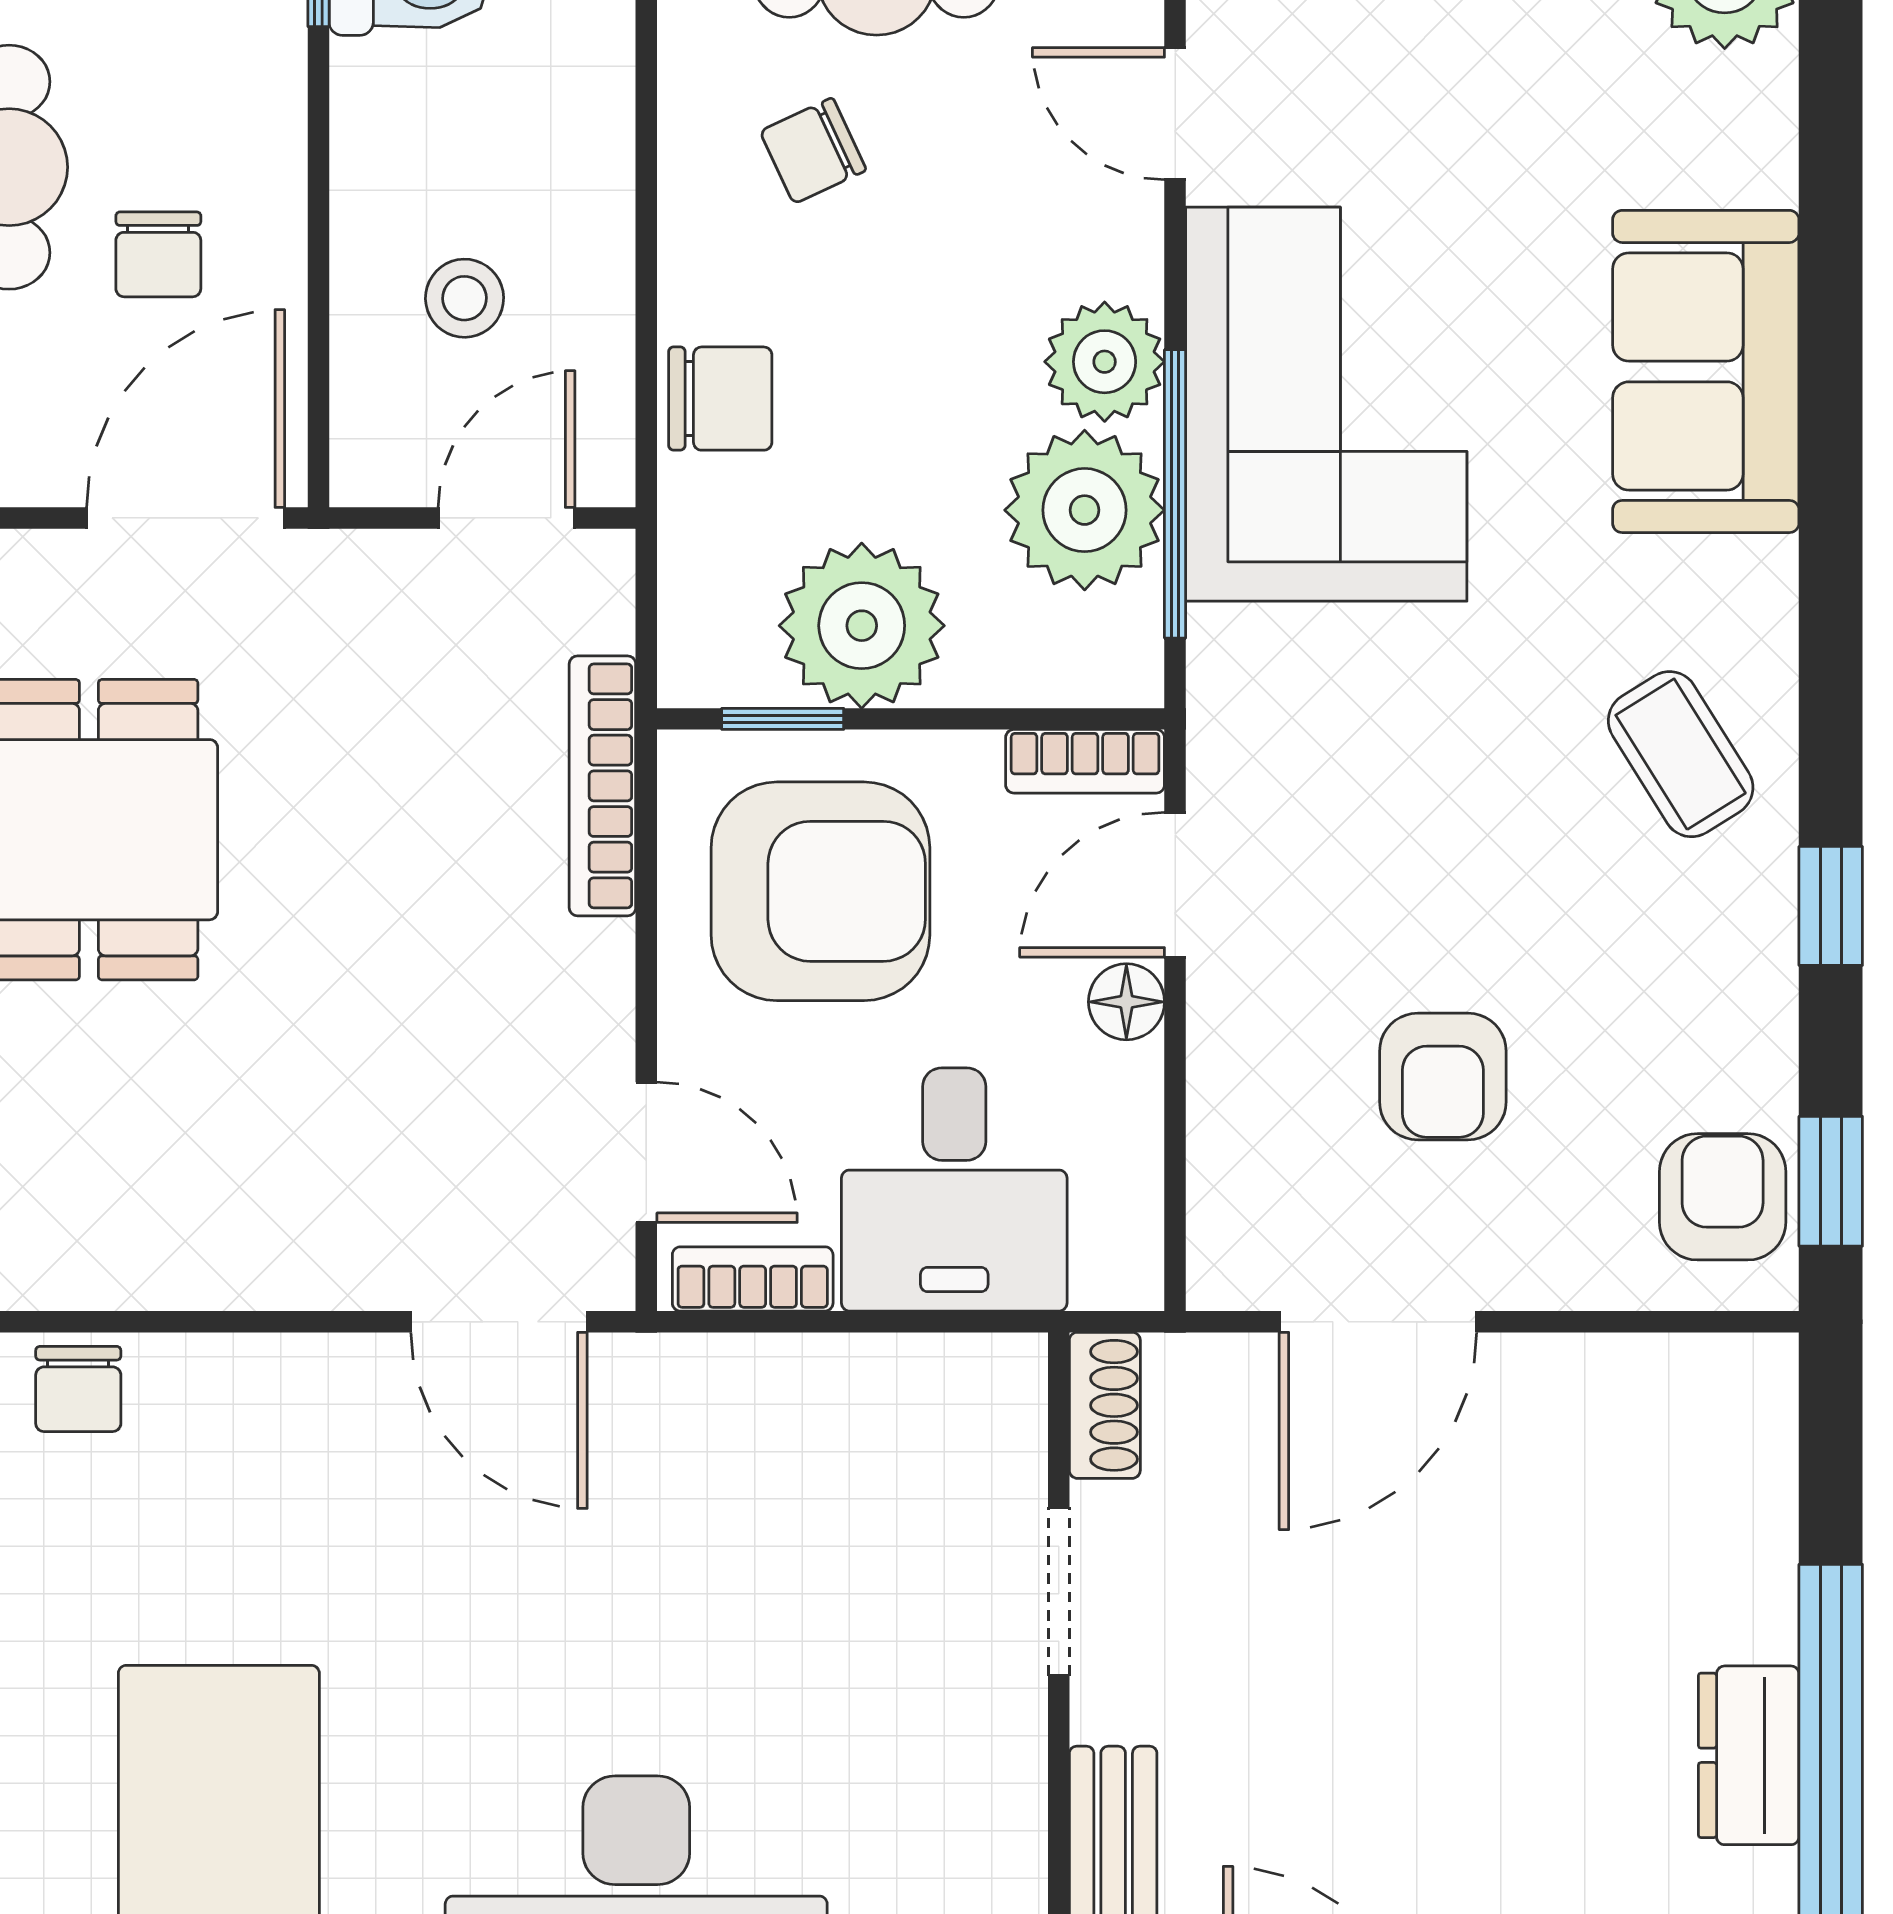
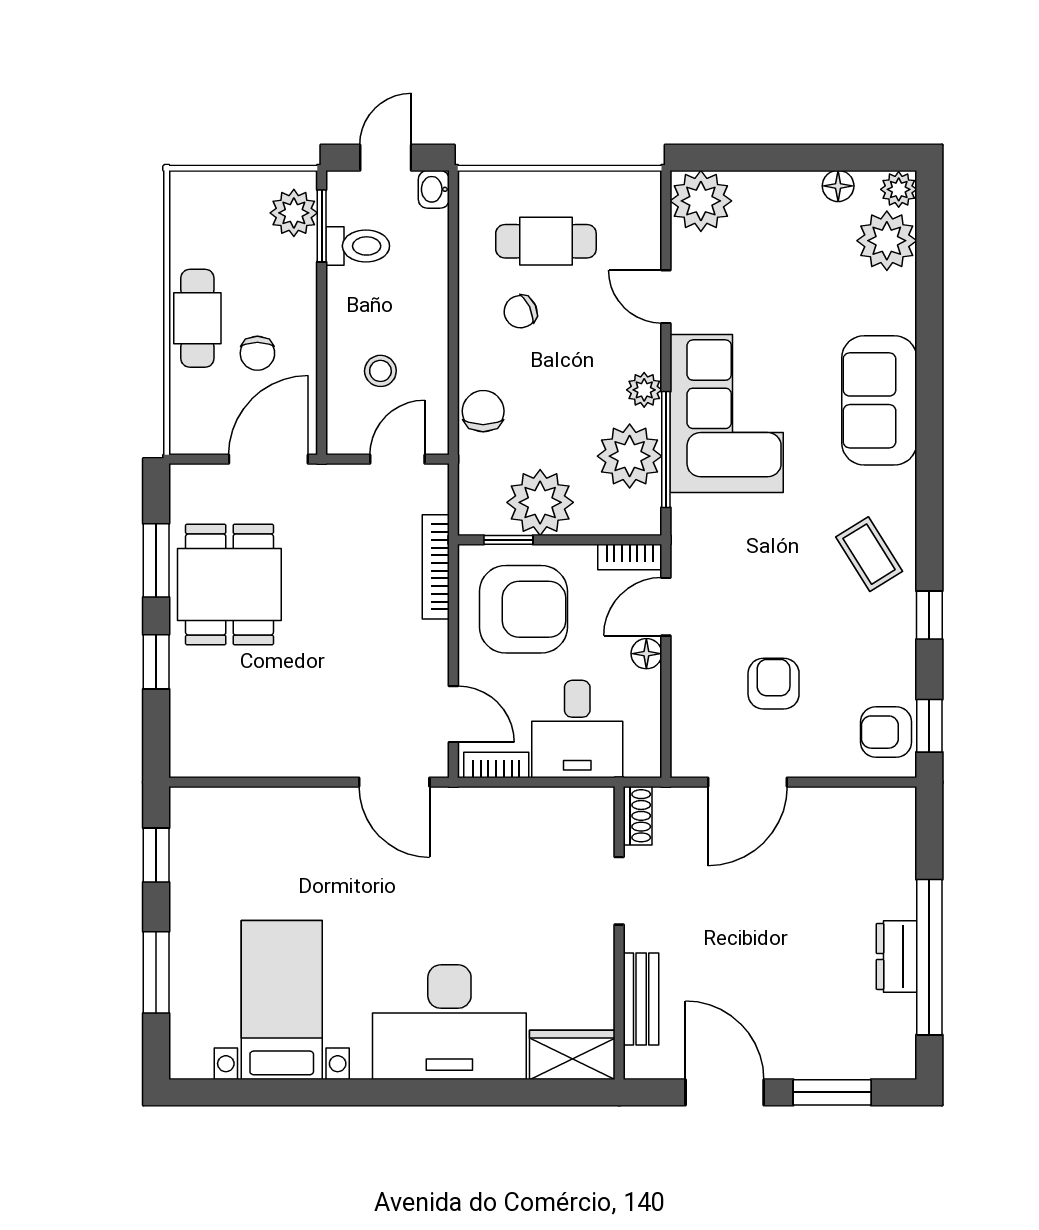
plant: (1105, 362) -> (644, 390), width x0.73, depth x0.73
chair: (720, 399) -> (483, 411), turned -90
armchair: (1443, 1077) -> (774, 684), turned 180
armchair: (1723, 1197) -> (886, 732), turned -90
chair: (78, 1389) -> (225, 809), removed

